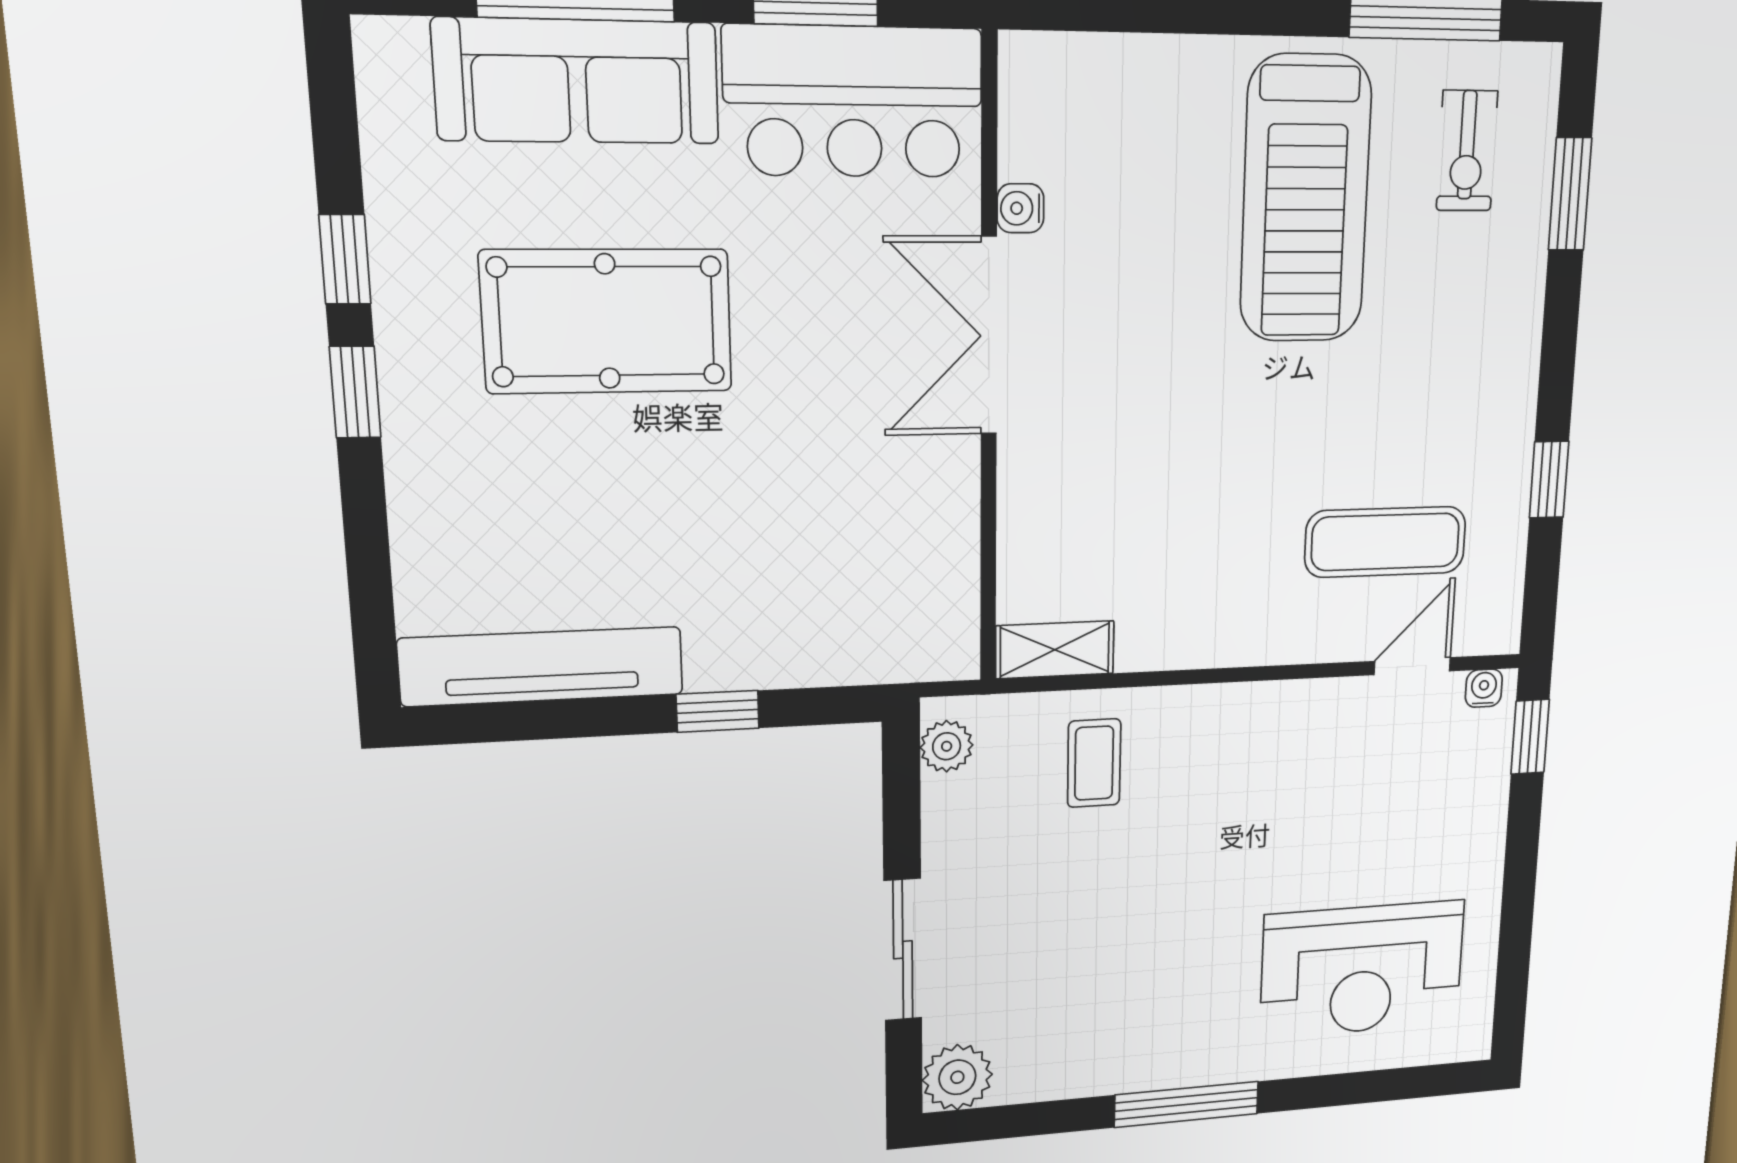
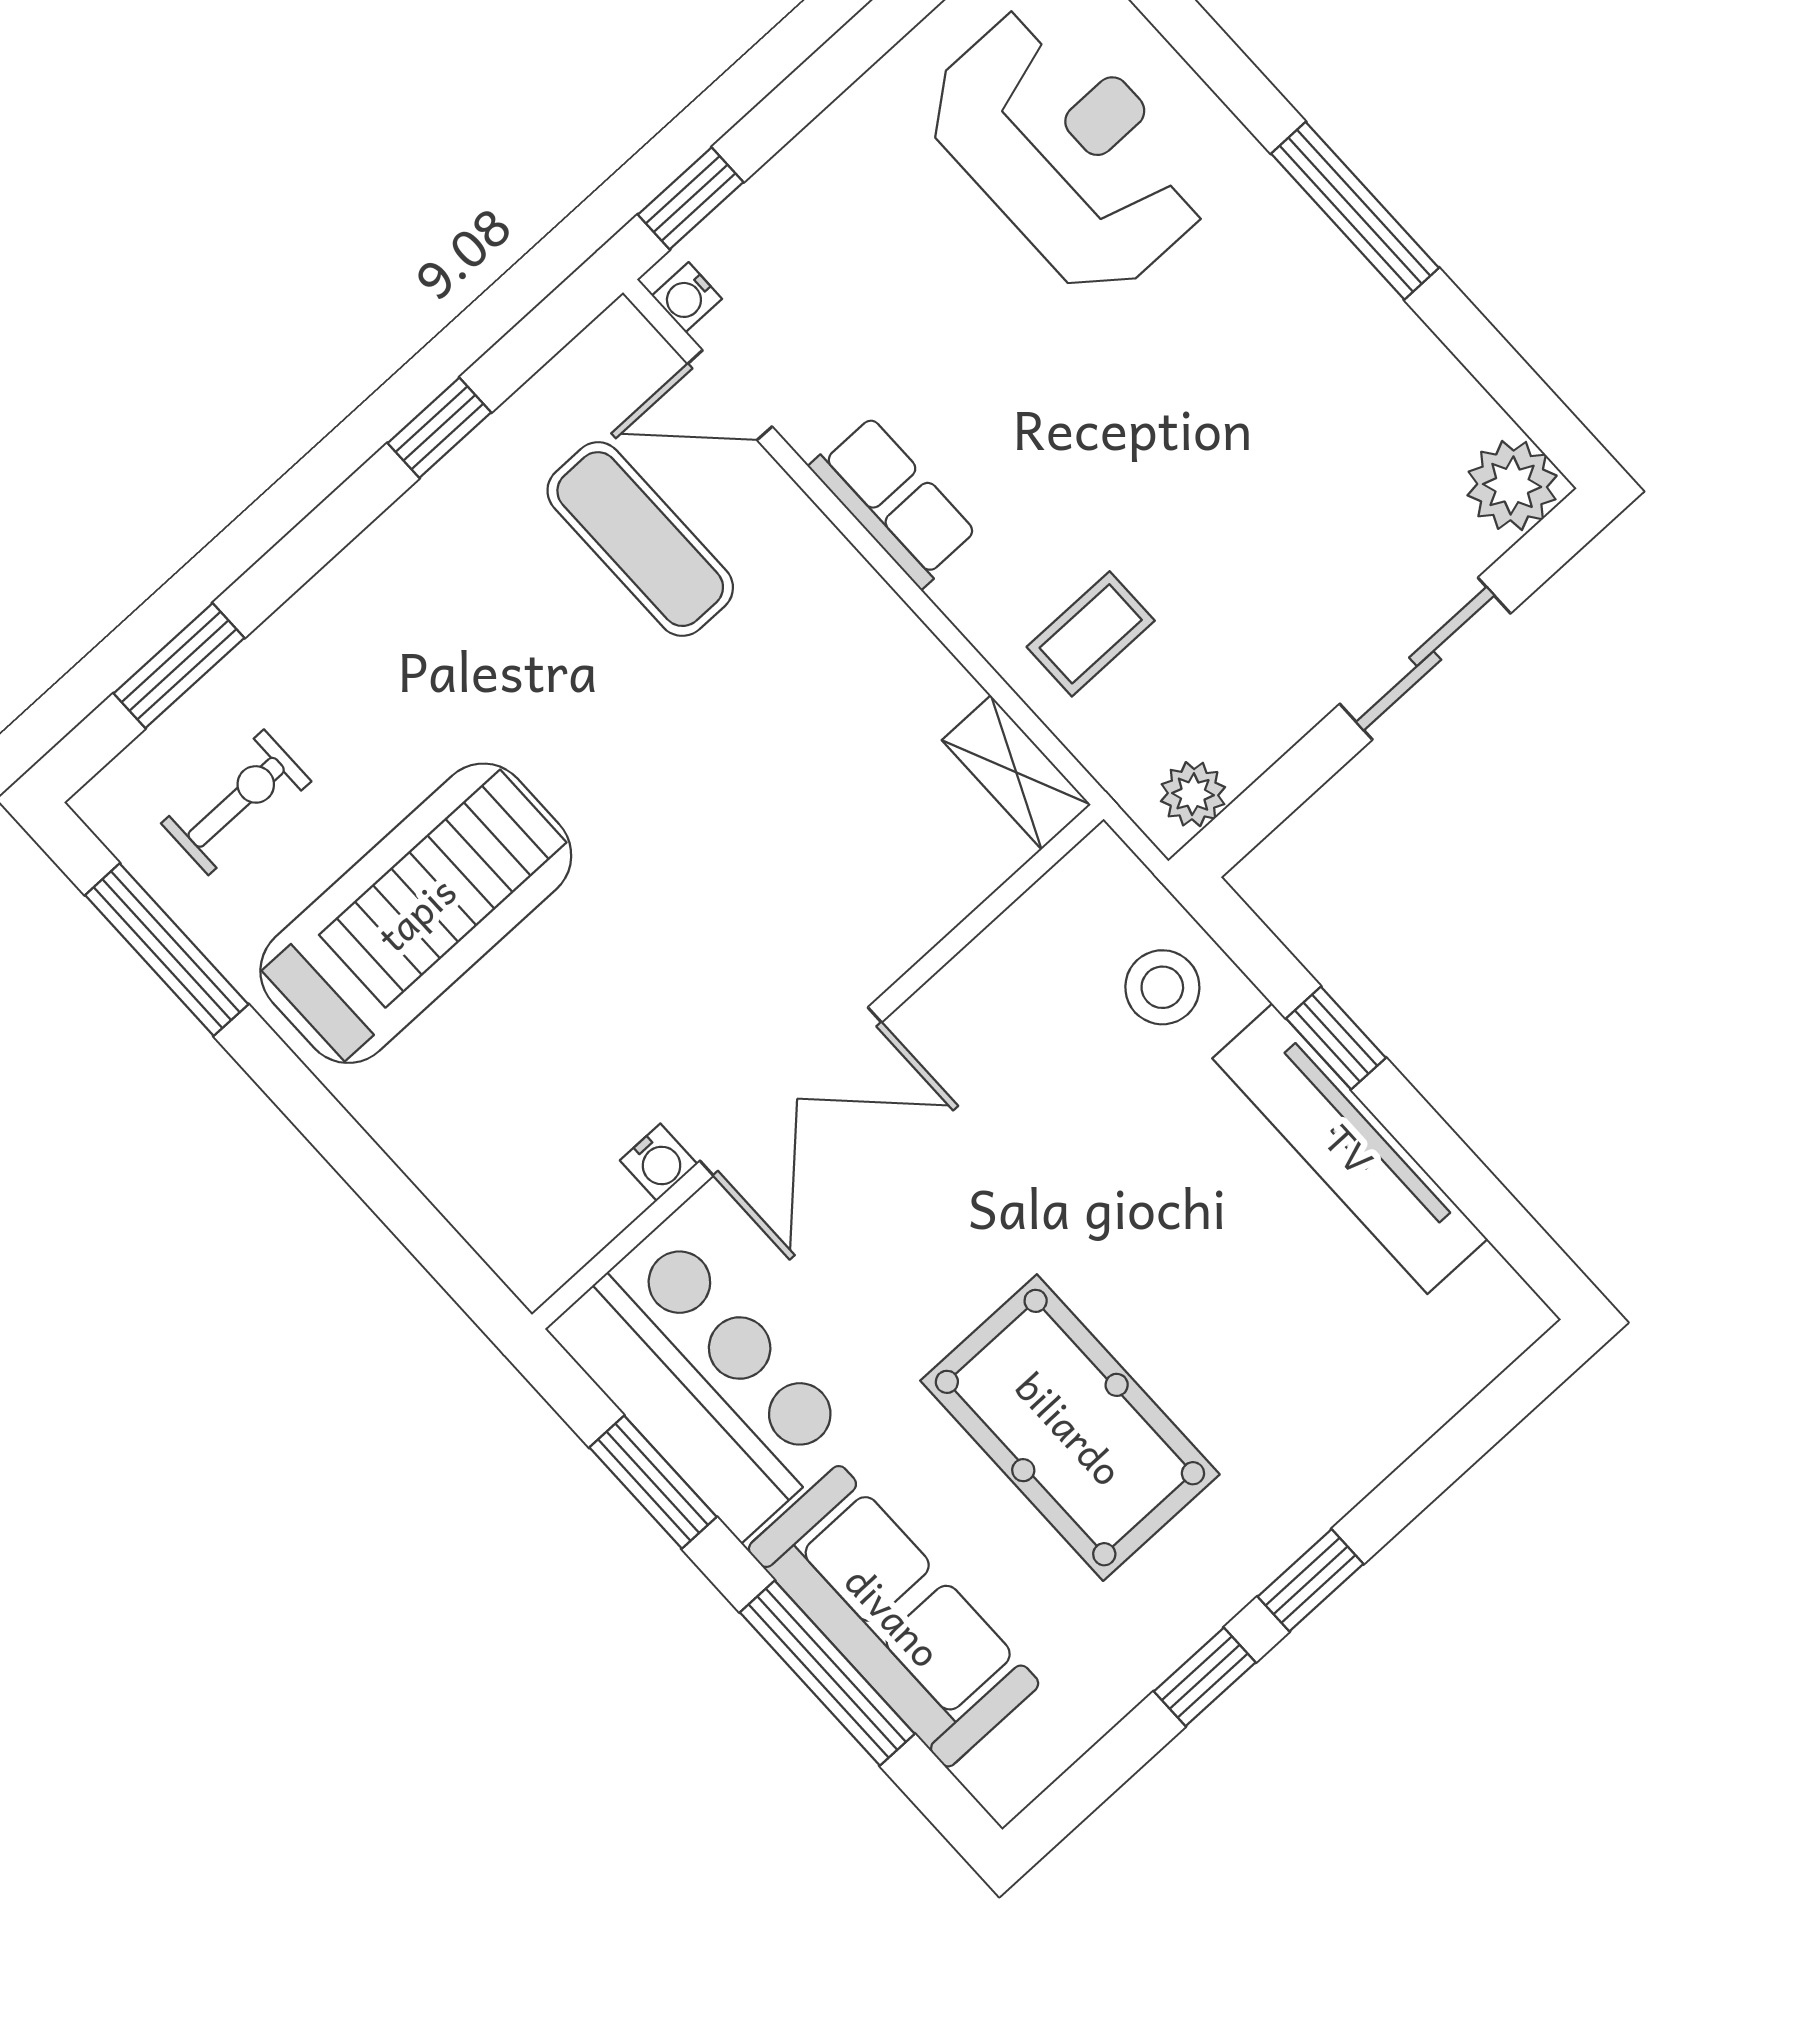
stool: (846, 629) -> (1162, 987), added
tv unit: (542, 667) -> (1350, 1149), moved
row of seats: (1271, 711) -> (894, 501), added

